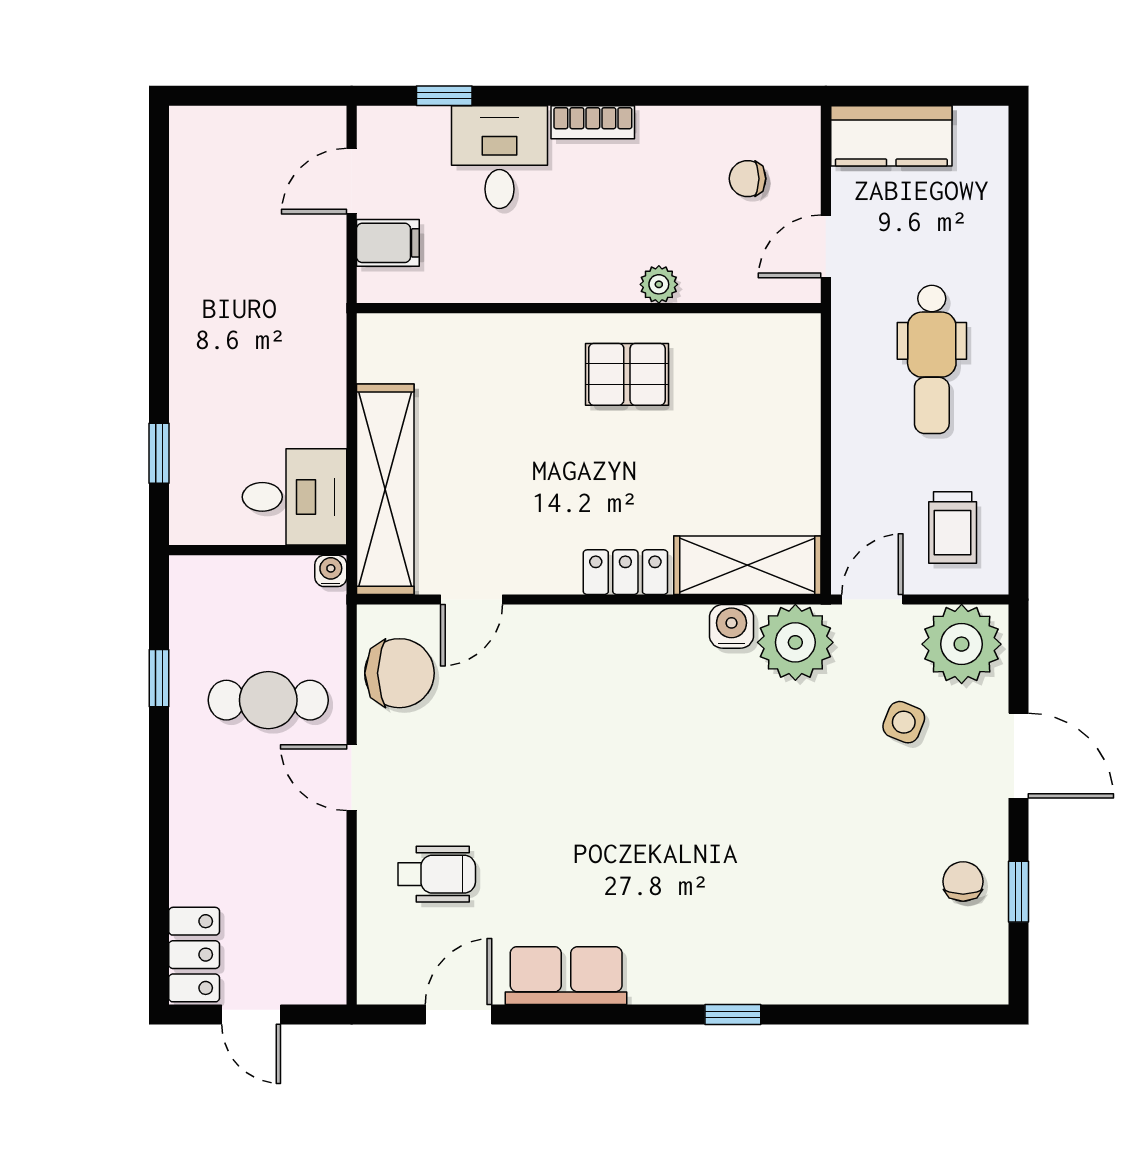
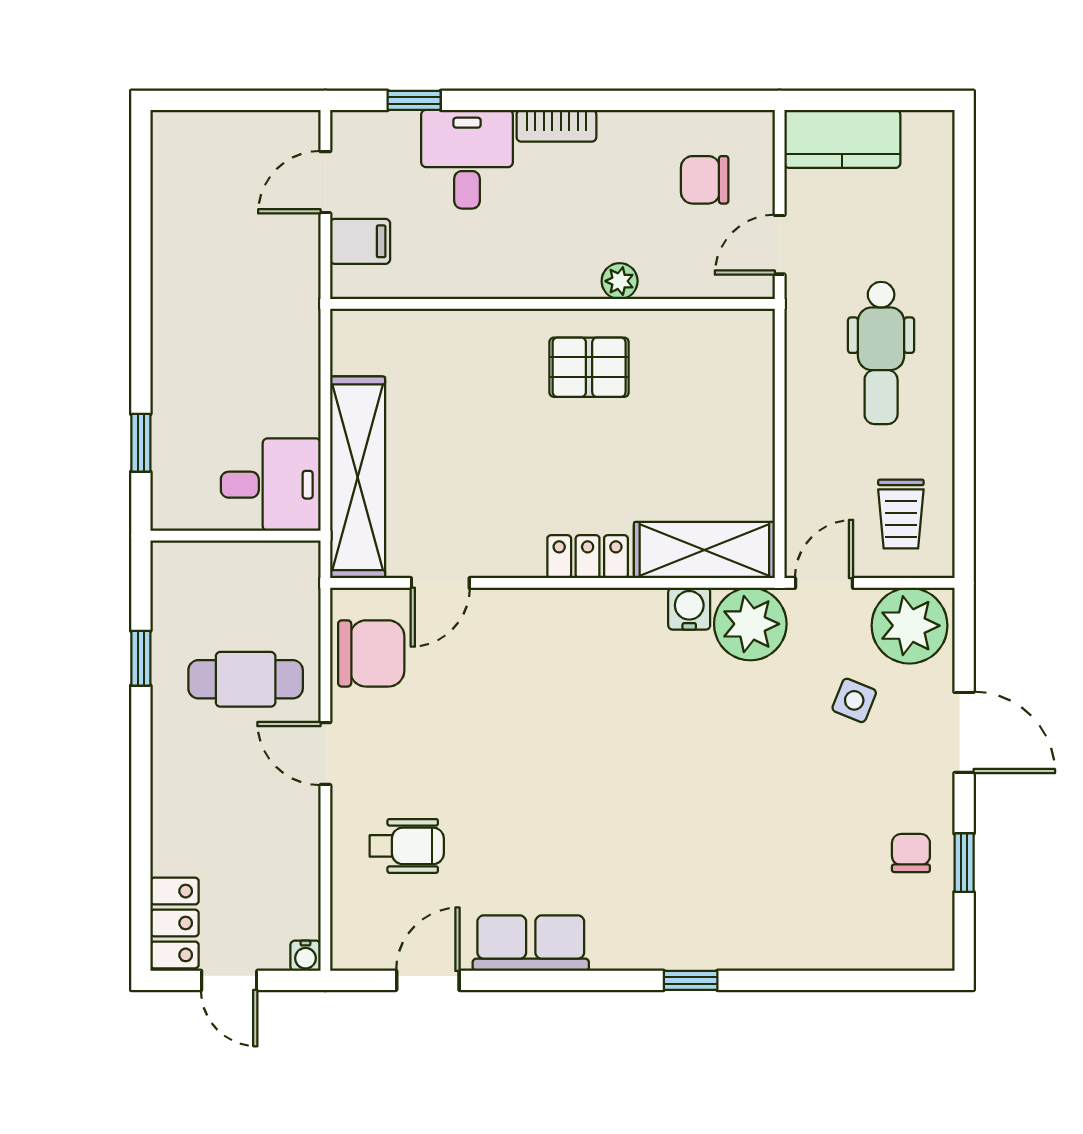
chair: (748, 179) -> (705, 180), width x1.37, depth x1.37
water cooler: (331, 571) -> (305, 956), moved, turned 180

